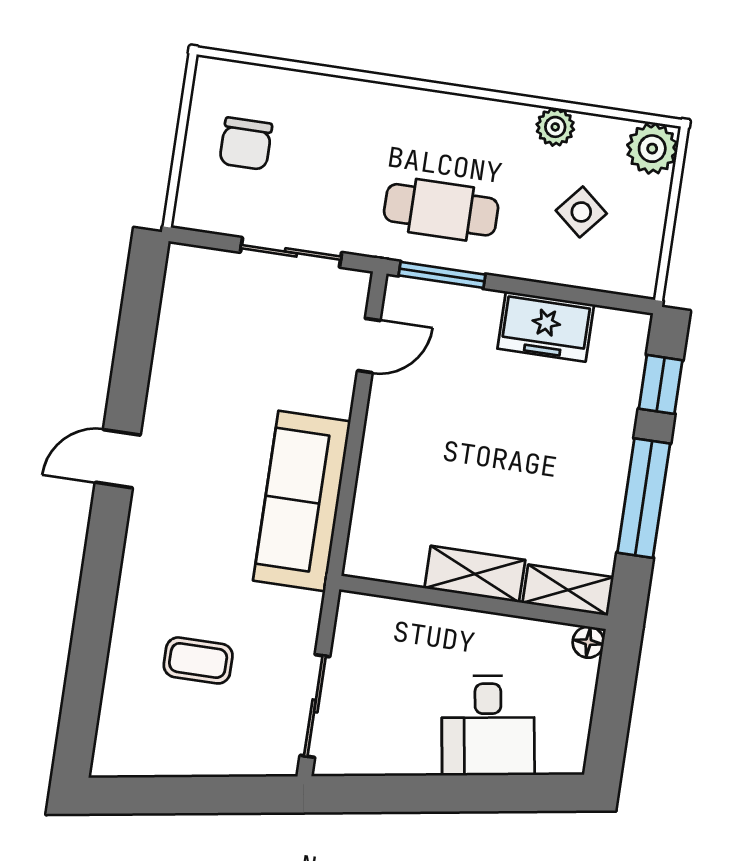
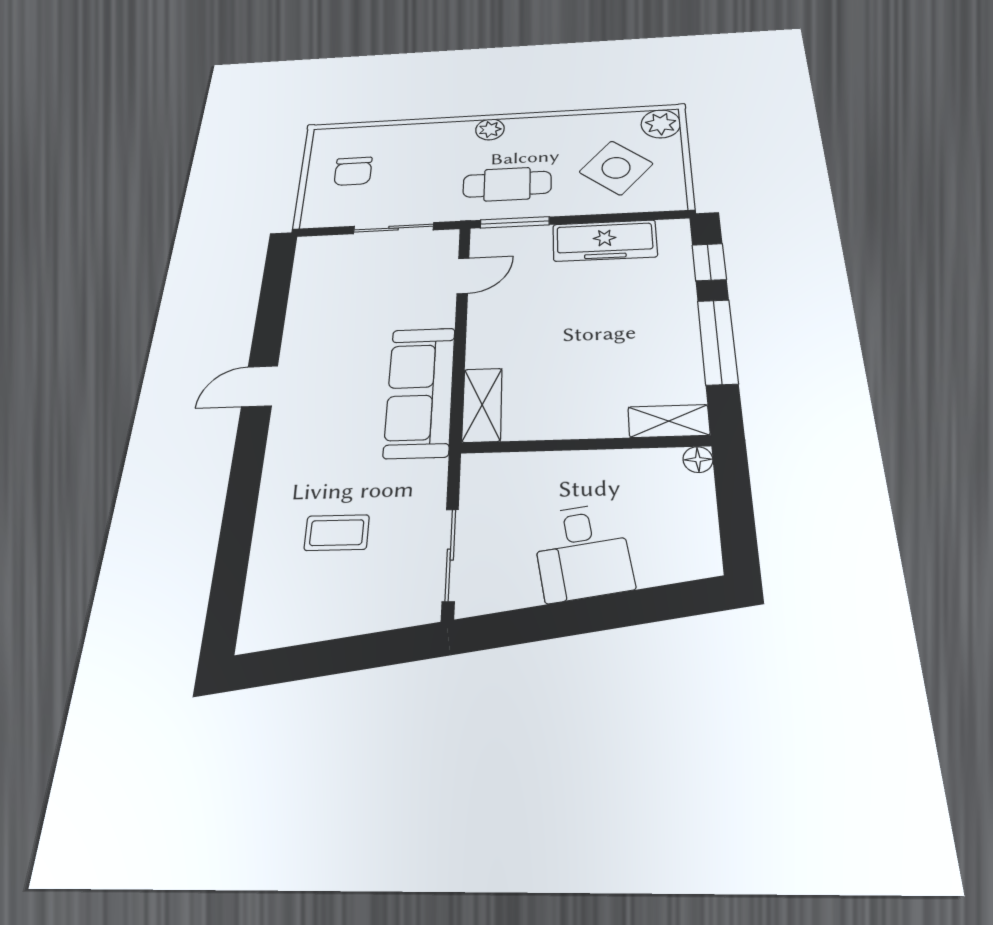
plant: (555, 127) -> (490, 129), moved
side table: (581, 212) -> (616, 168), width x1.87, depth x1.87
freezer: (546, 327) -> (605, 241), width x1.40
shelving: (475, 574) -> (482, 405), moved, turned 90
desk: (488, 726) -> (582, 552), moved

